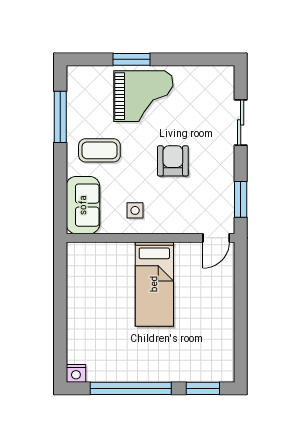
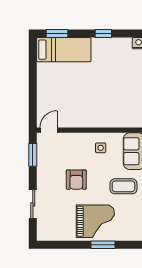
grand piano: (143, 96) -> (95, 221), turned 180
bed: (154, 284) -> (64, 50), moved, turned 90
window: (131, 388) -> (103, 34), width x0.32

